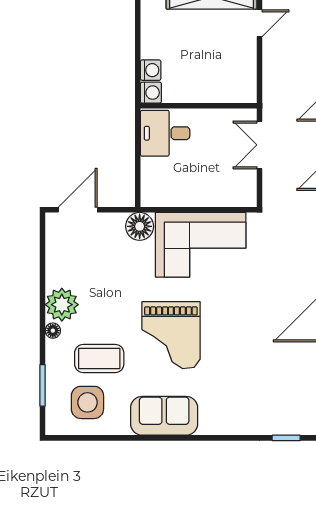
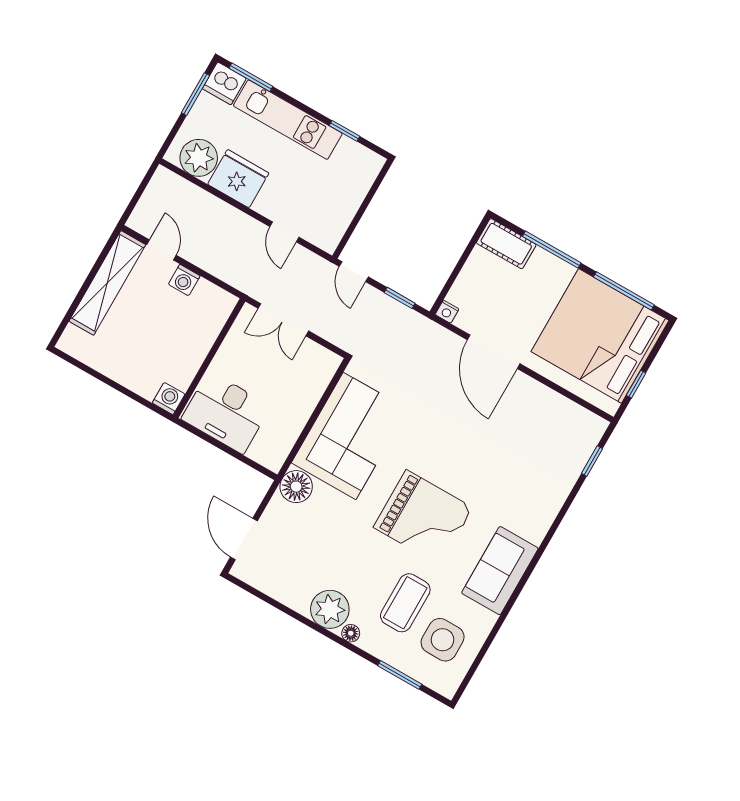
washing machine: (151, 70) -> (184, 280), moved, turned 180
desk: (165, 133) -> (226, 412), width x1.37

